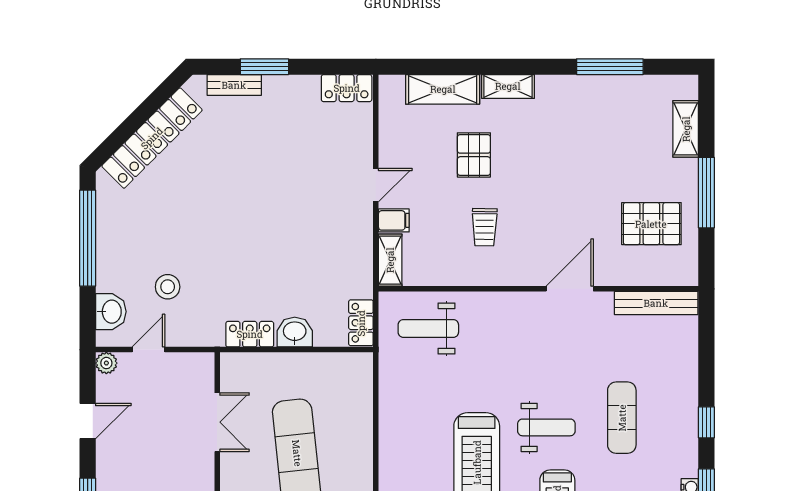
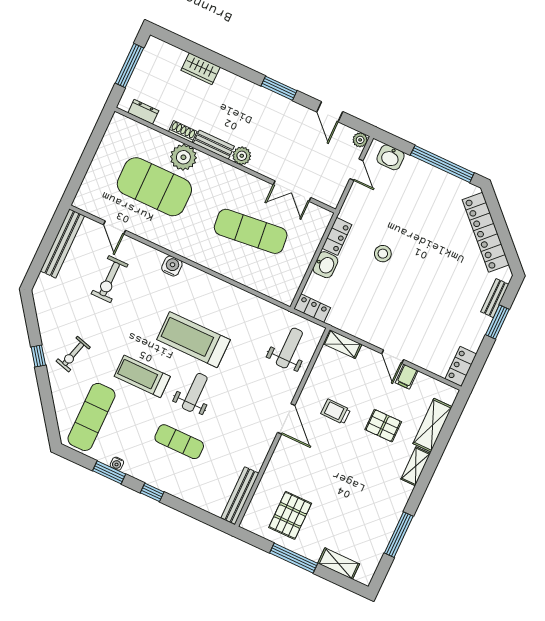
filing cabinet: (394, 220) -> (407, 377), moved
stool: (168, 287) -> (383, 254), moved
door: (570, 289) -> (286, 419), moved
weight bench: (546, 427) -> (195, 392), turned 180

